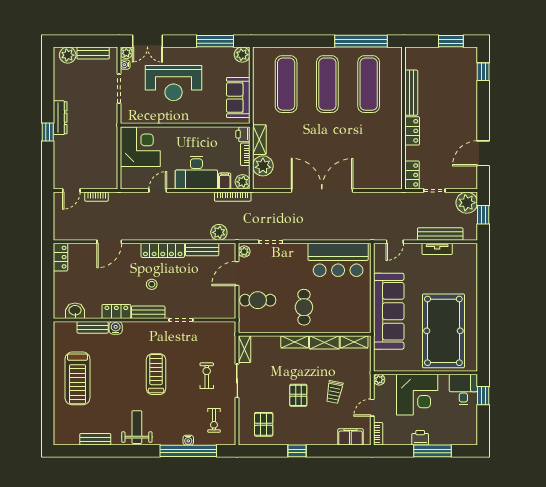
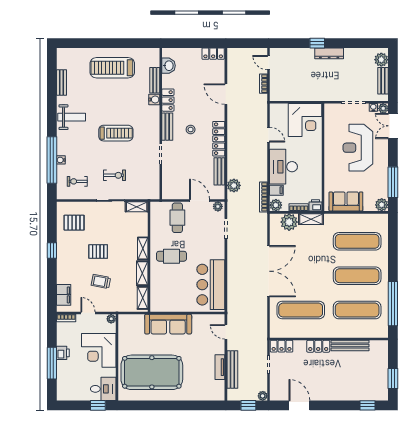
exercise mat: (369, 152) -> (301, 310), added
plant: (467, 203) -> (263, 396), width x0.53, depth x0.53
sofa: (389, 311) -> (168, 324), width x0.74, depth x0.79

